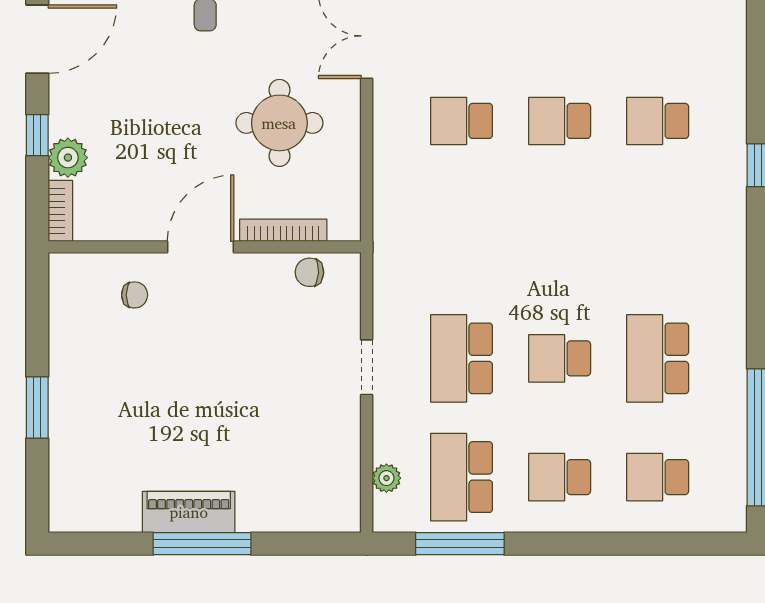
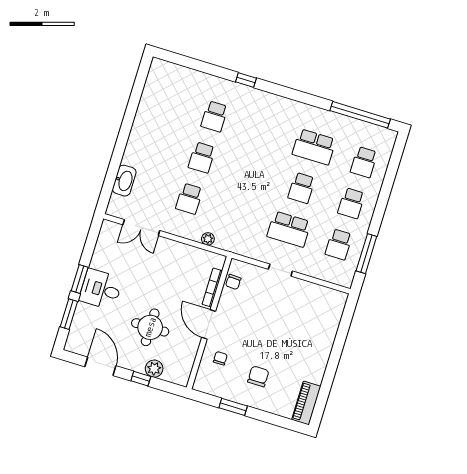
round table: (279, 123) -> (150, 327), moved
bookcase: (60, 211) -> (175, 379), removed
chair: (120, 390) -> (258, 376), added
window: (37, 407) -> (233, 407), moved
school desk: (462, 477) -> (339, 244), width x0.54
plant: (386, 478) -> (208, 239), moved
piano: (189, 512) -> (306, 403), moved
window: (202, 544) -> (333, 362), removed

